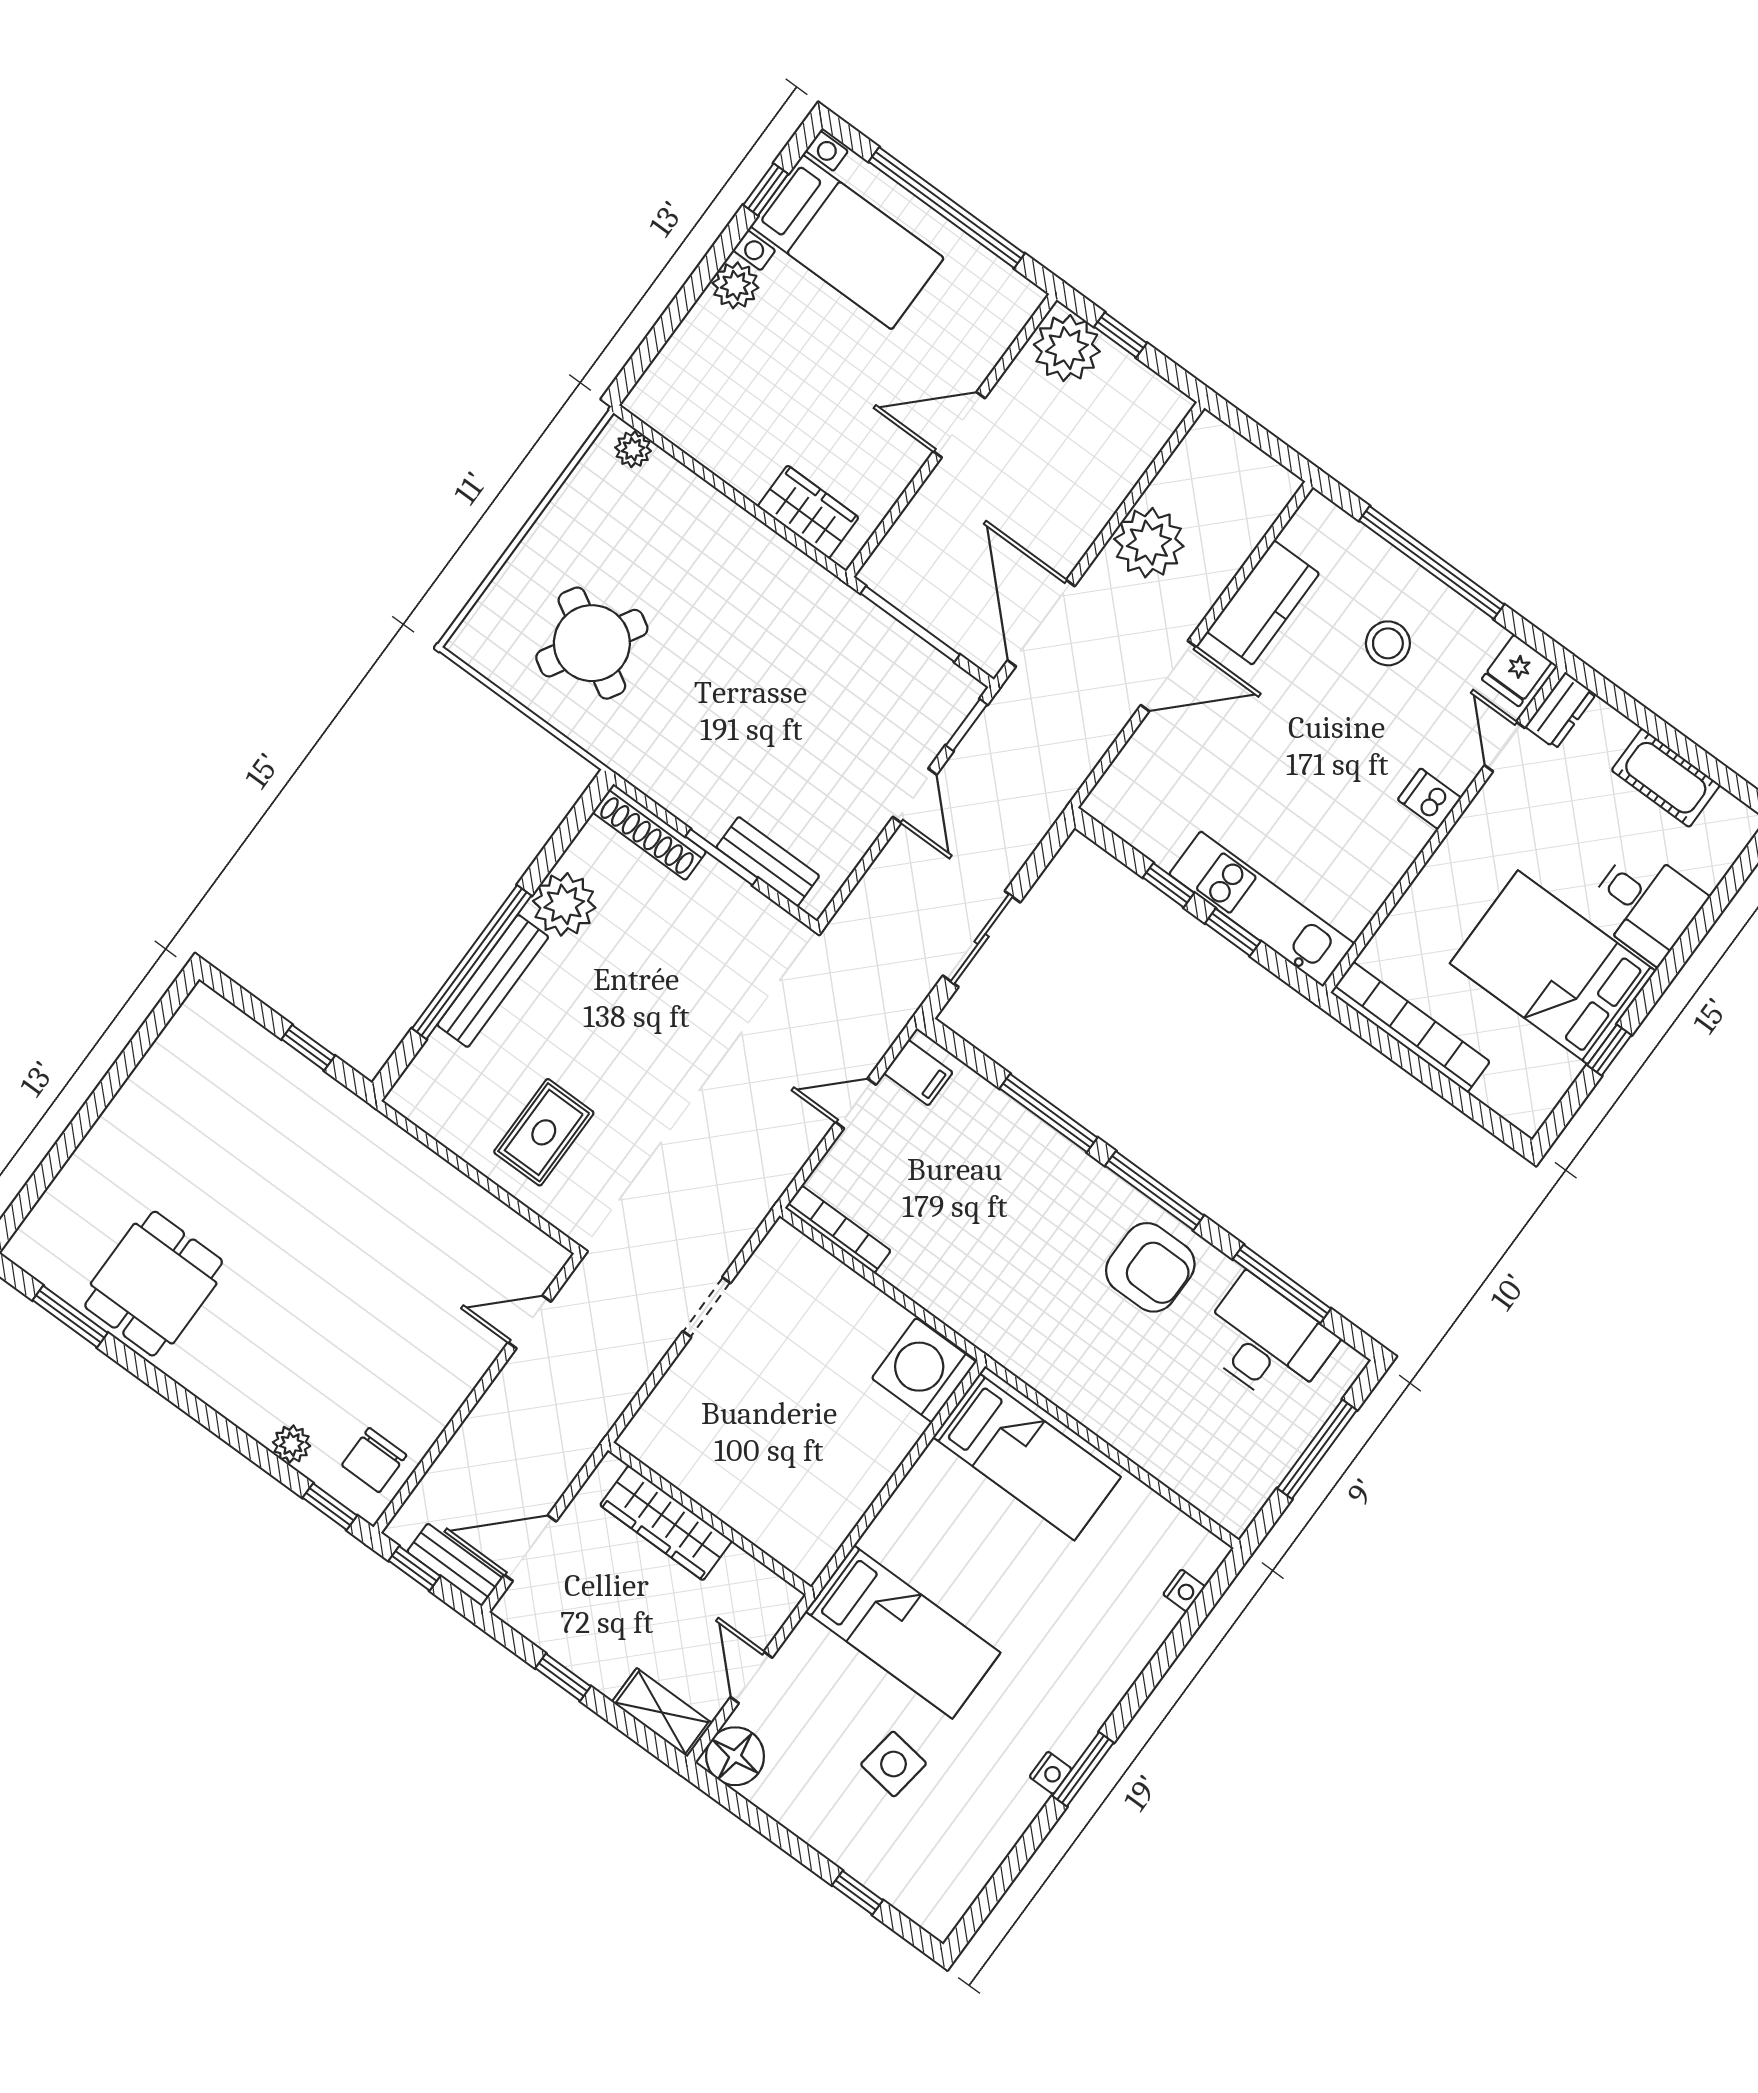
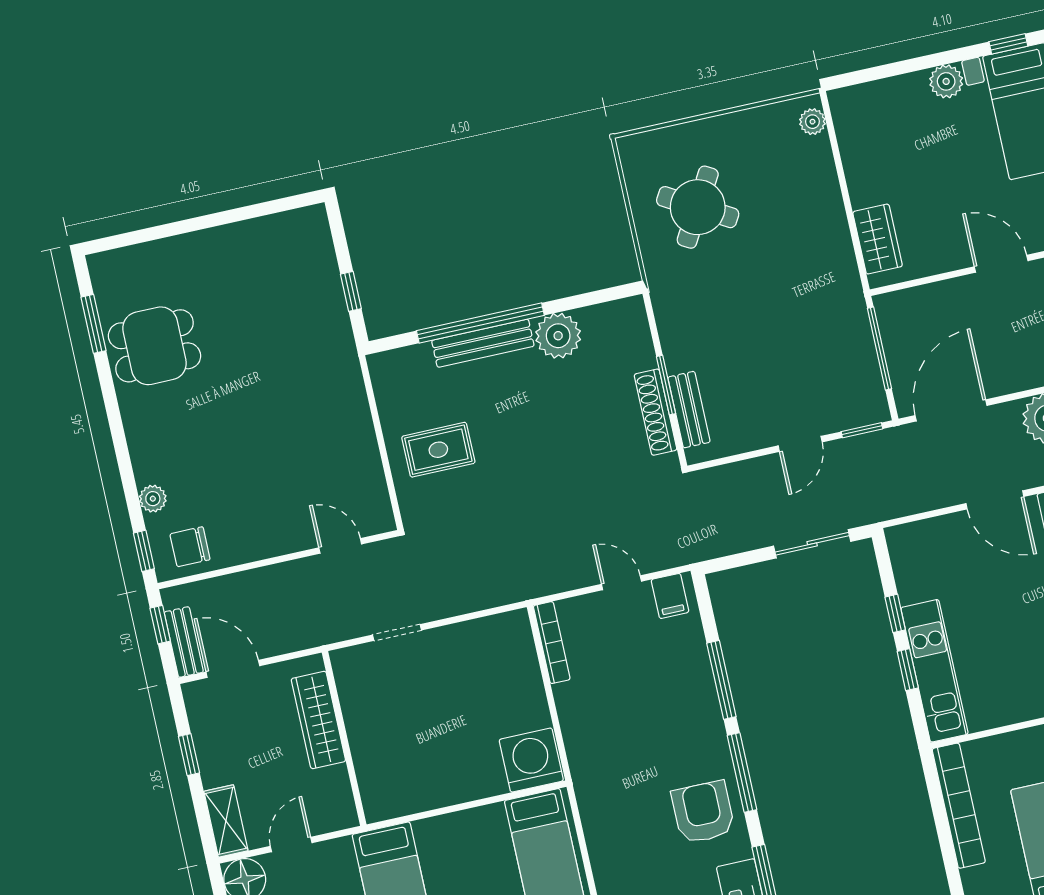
shoe rack: (650, 832) -> (656, 412), moved
sliding door: (982, 939) -> (812, 544), moved
armchair: (1150, 1267) -> (703, 812), turned 180
doorway: (707, 1307) -> (397, 632), moved

